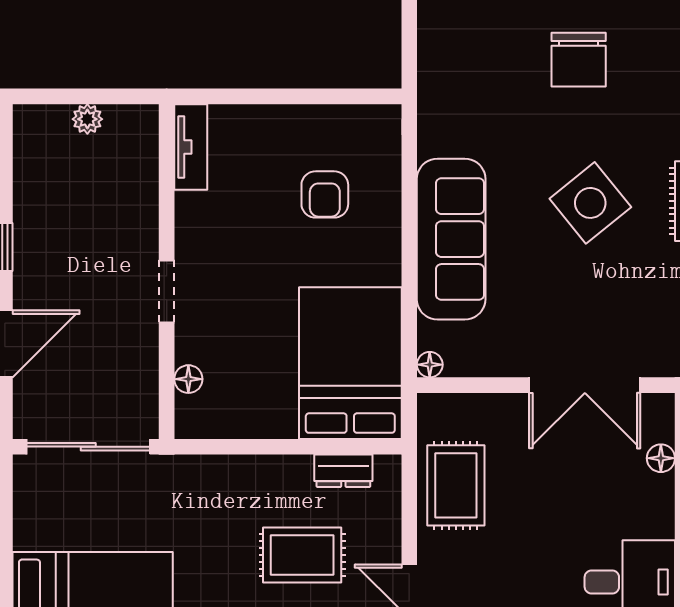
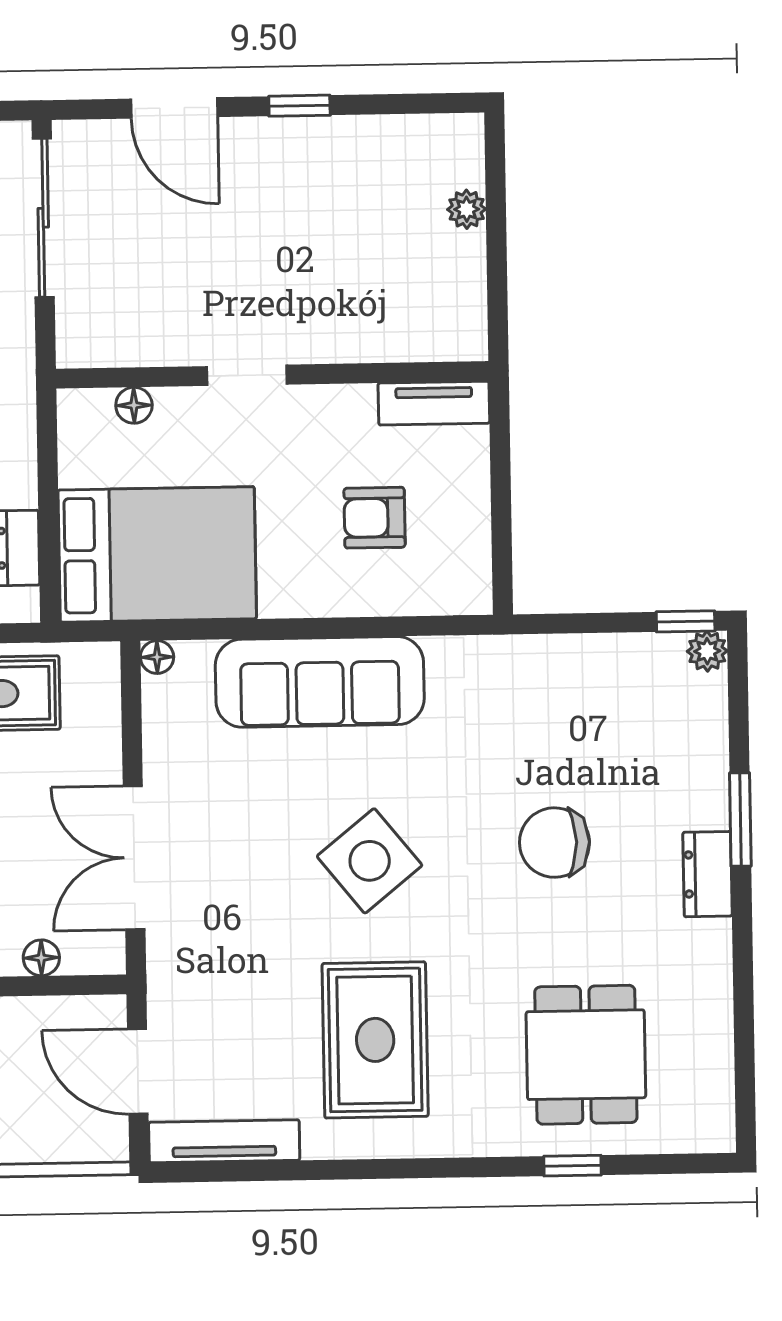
tv unit: (191, 147) -> (434, 403), moved
wall: (167, 272) -> (272, 375), moved
doorway: (167, 291) -> (247, 375), moved
floor lamp: (188, 379) -> (134, 405), moved

